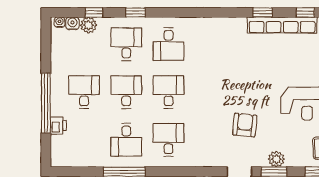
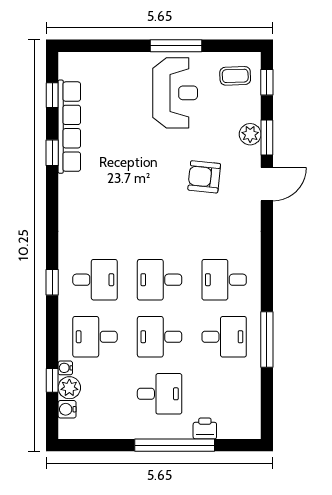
window: (136, 12) -> (52, 282), moved
water cooler: (59, 22) -> (65, 368), moved
desk: (84, 92) -> (160, 394), turned 180

